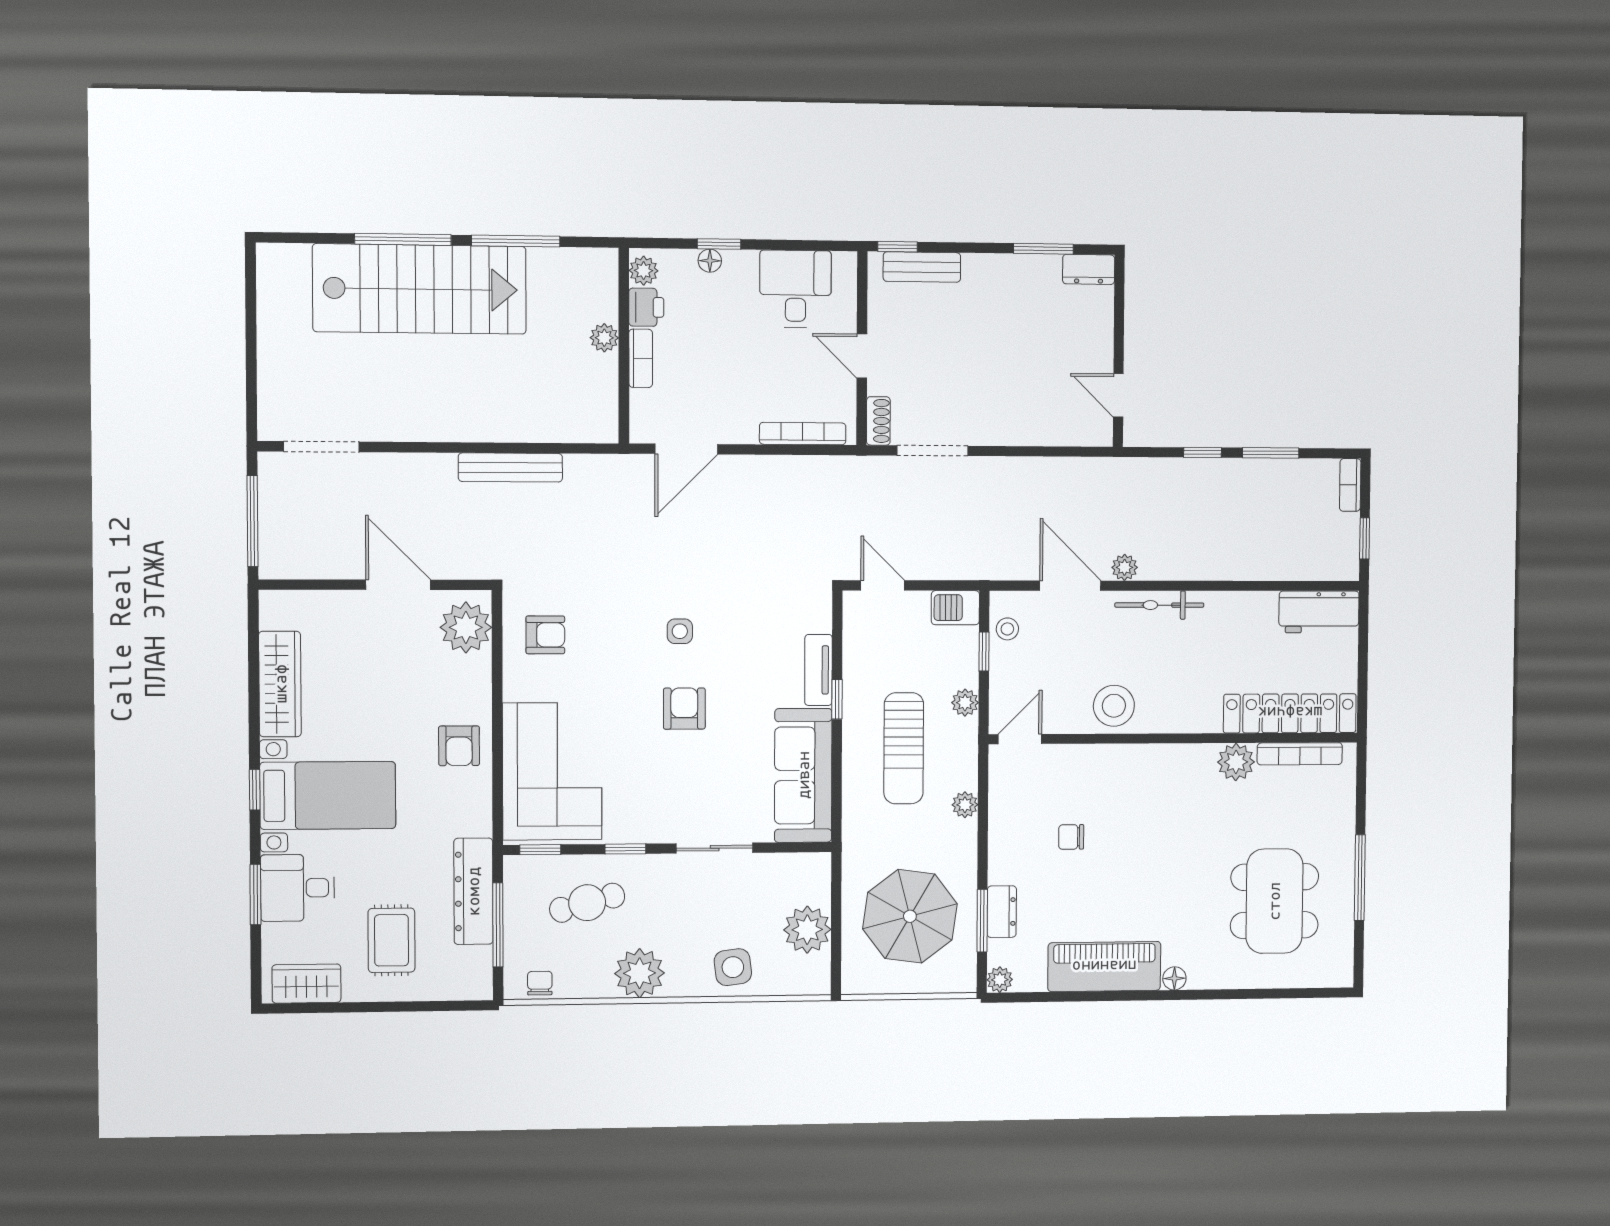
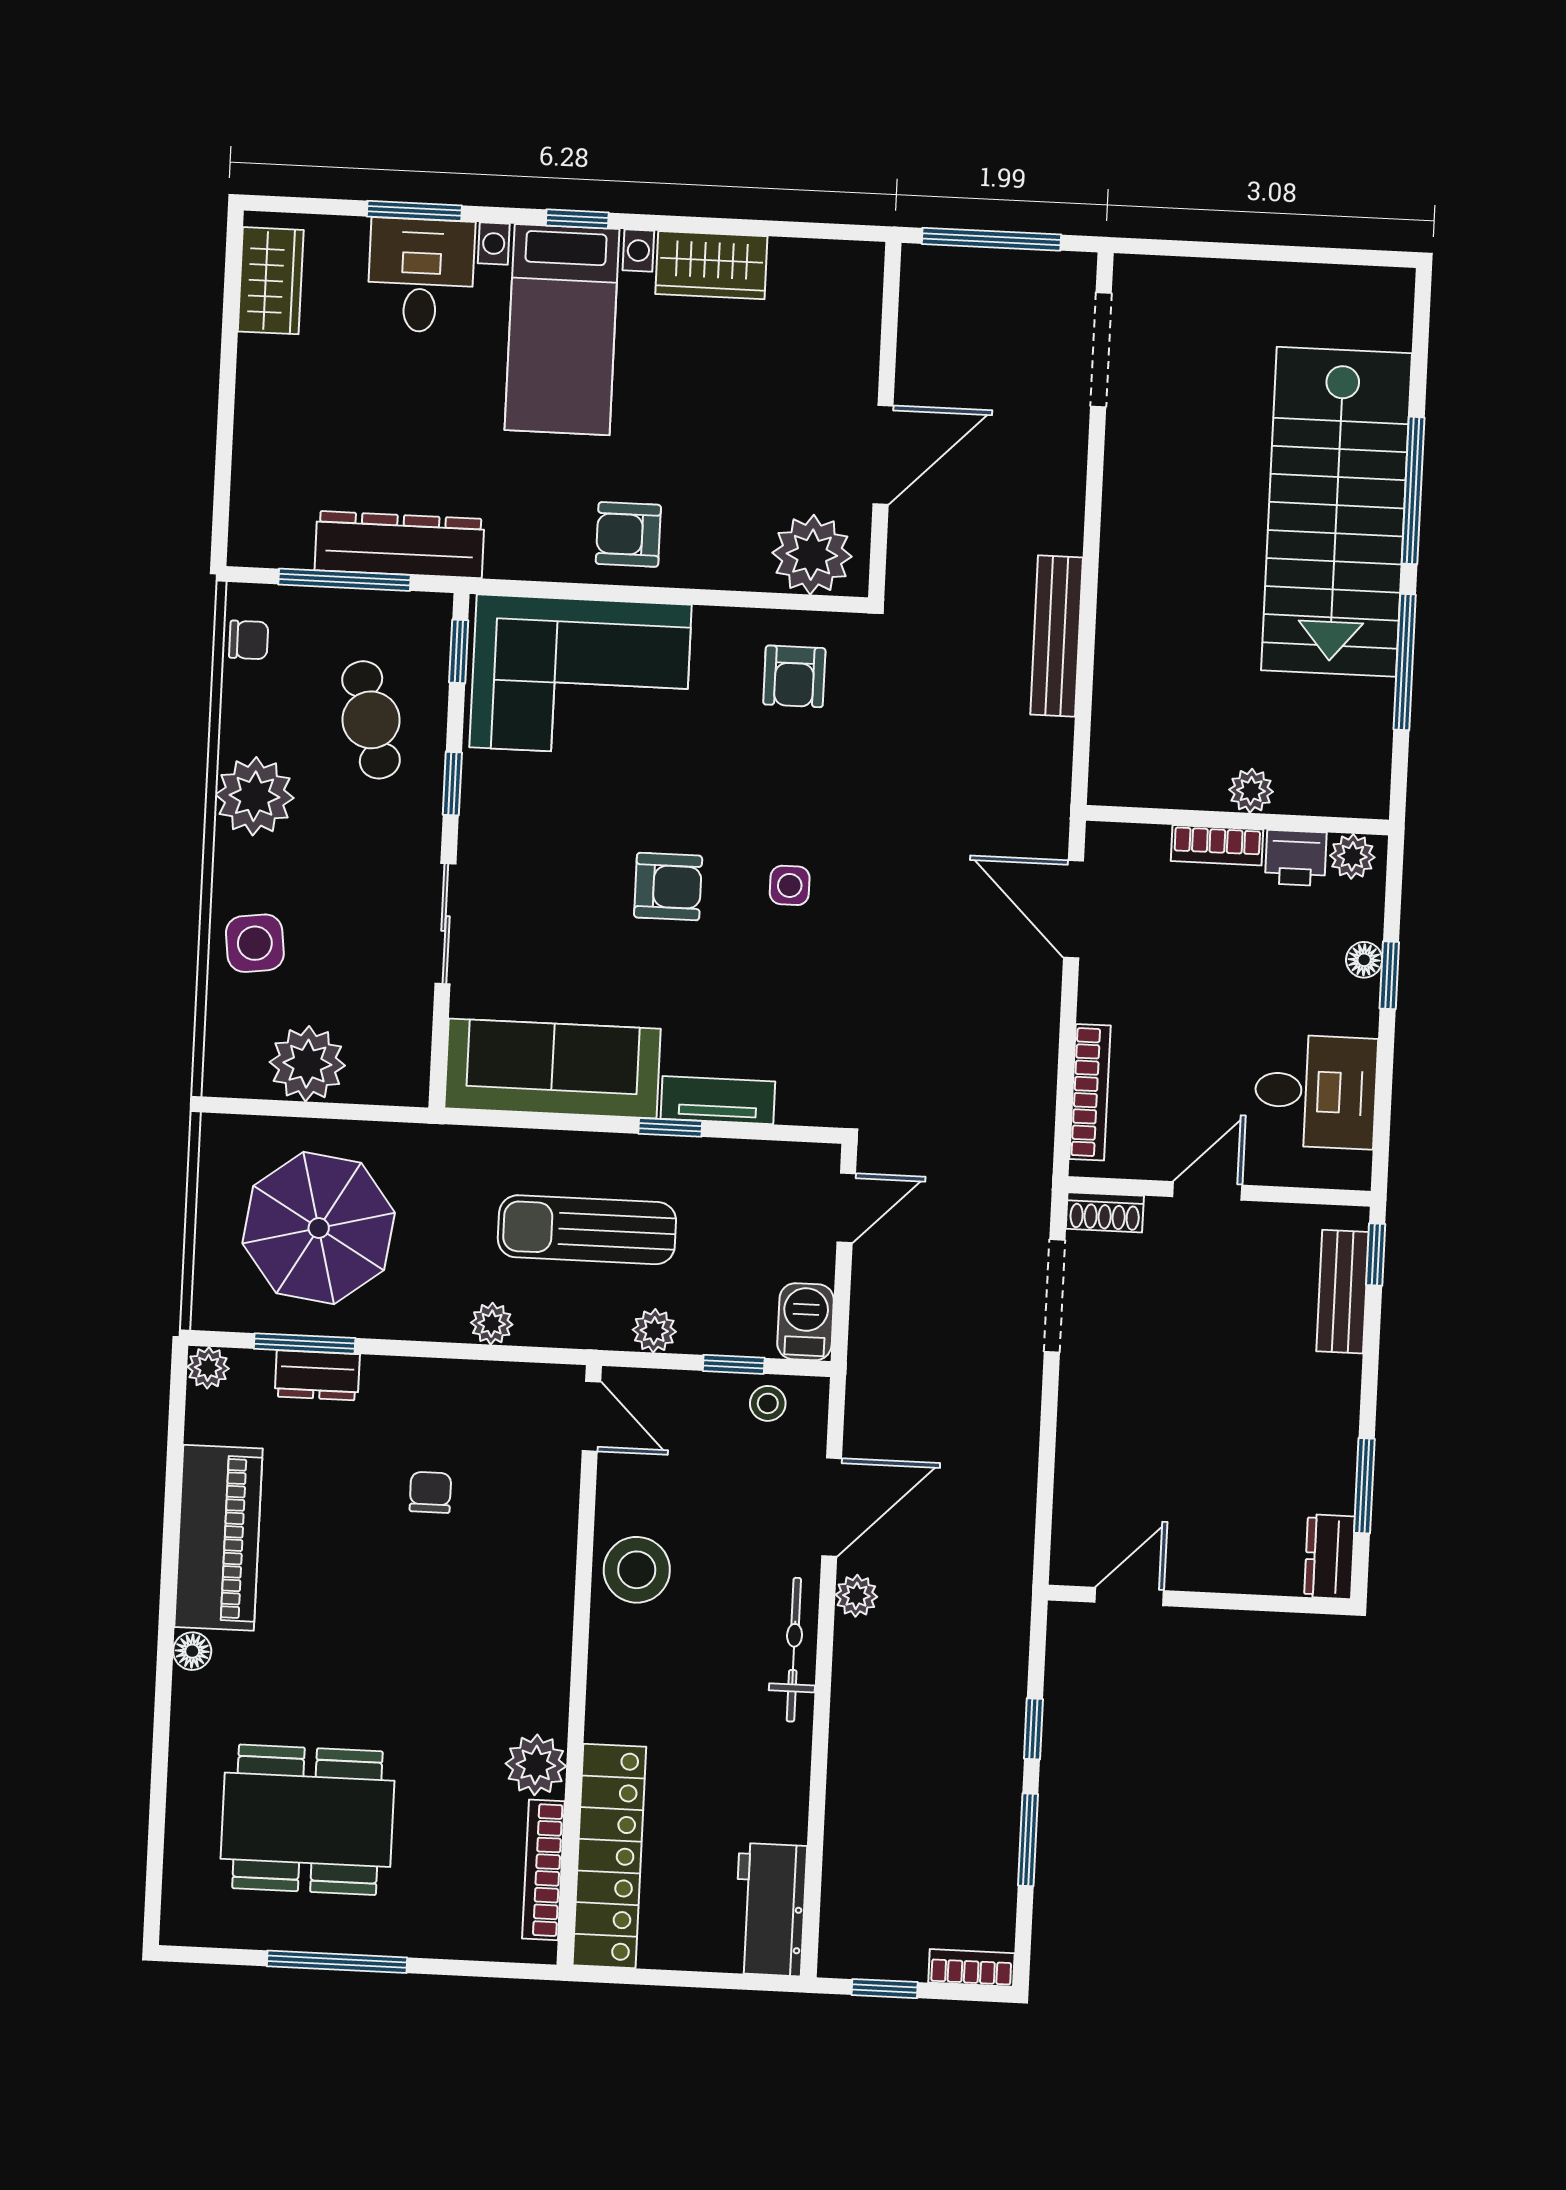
wardrobe: (280, 684) -> (711, 265), width x0.67
rug: (391, 940) -> (330, 414), removed

